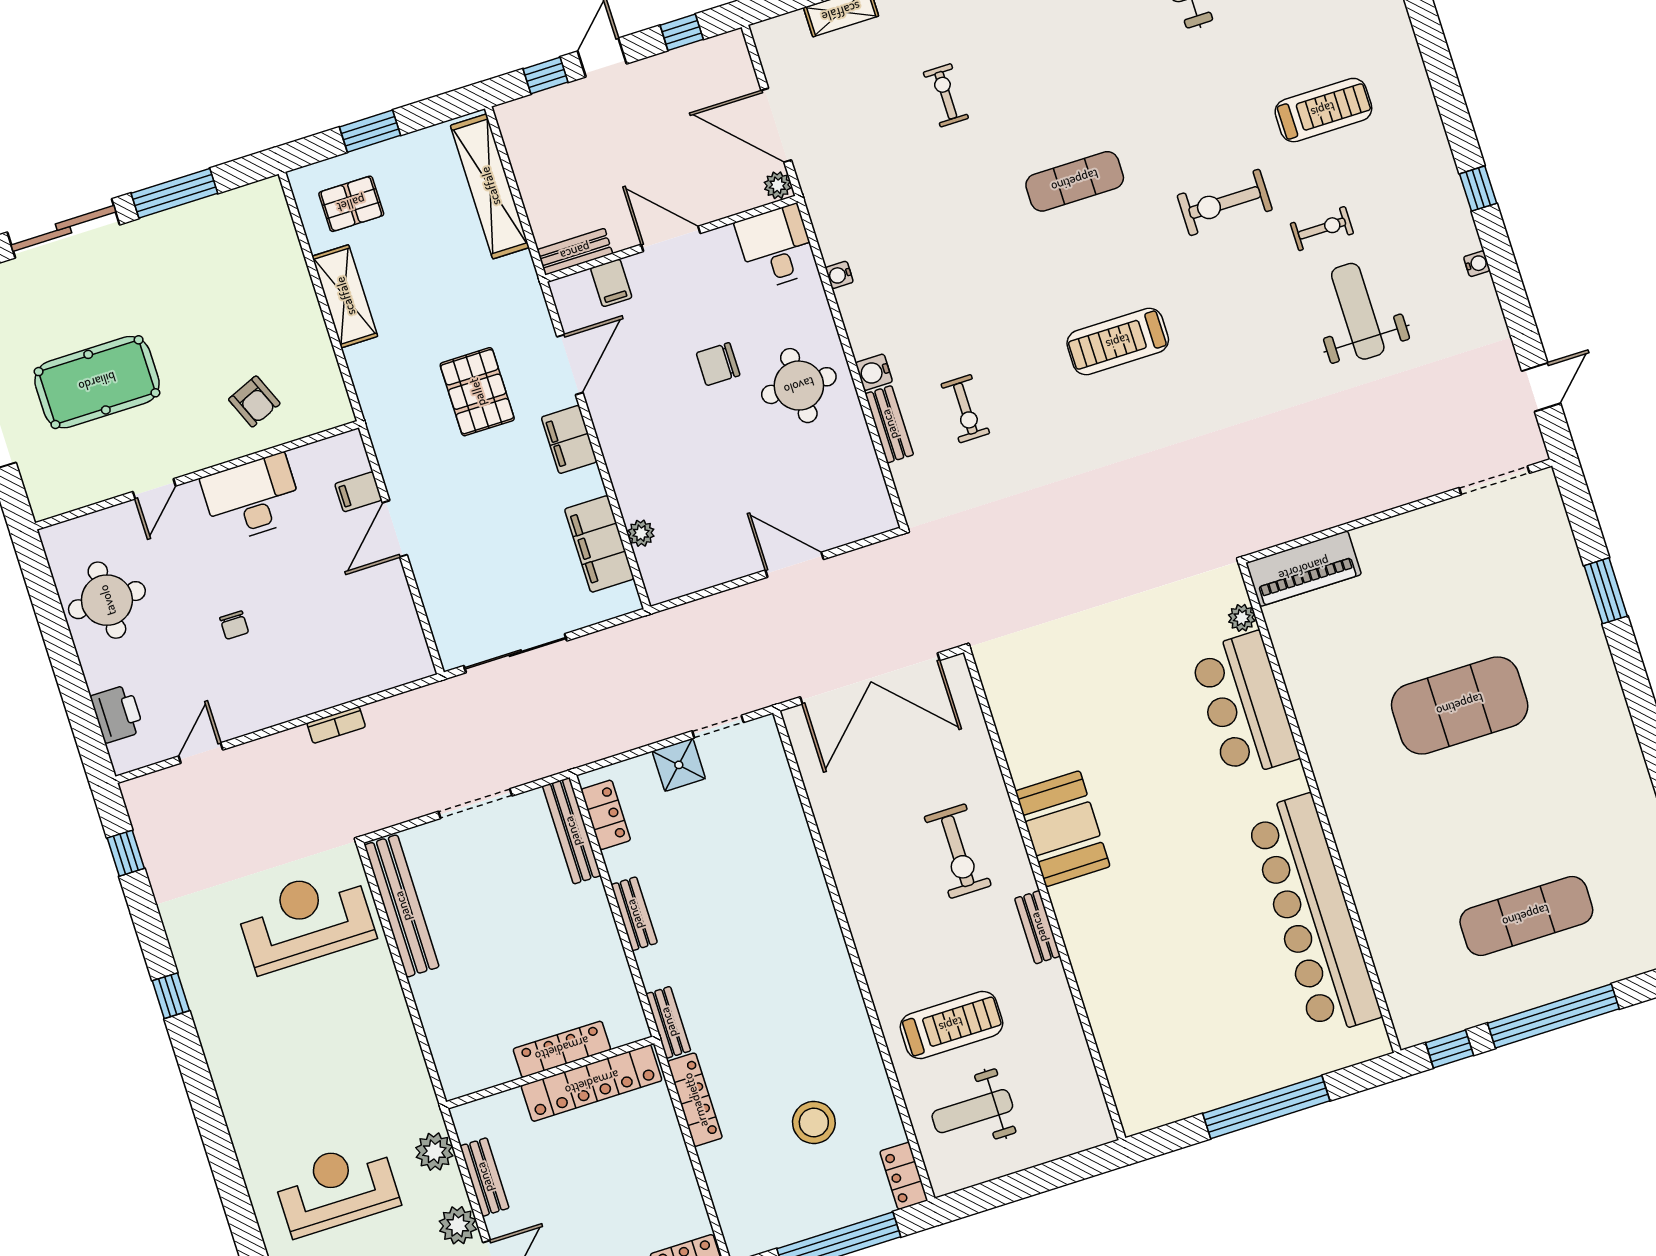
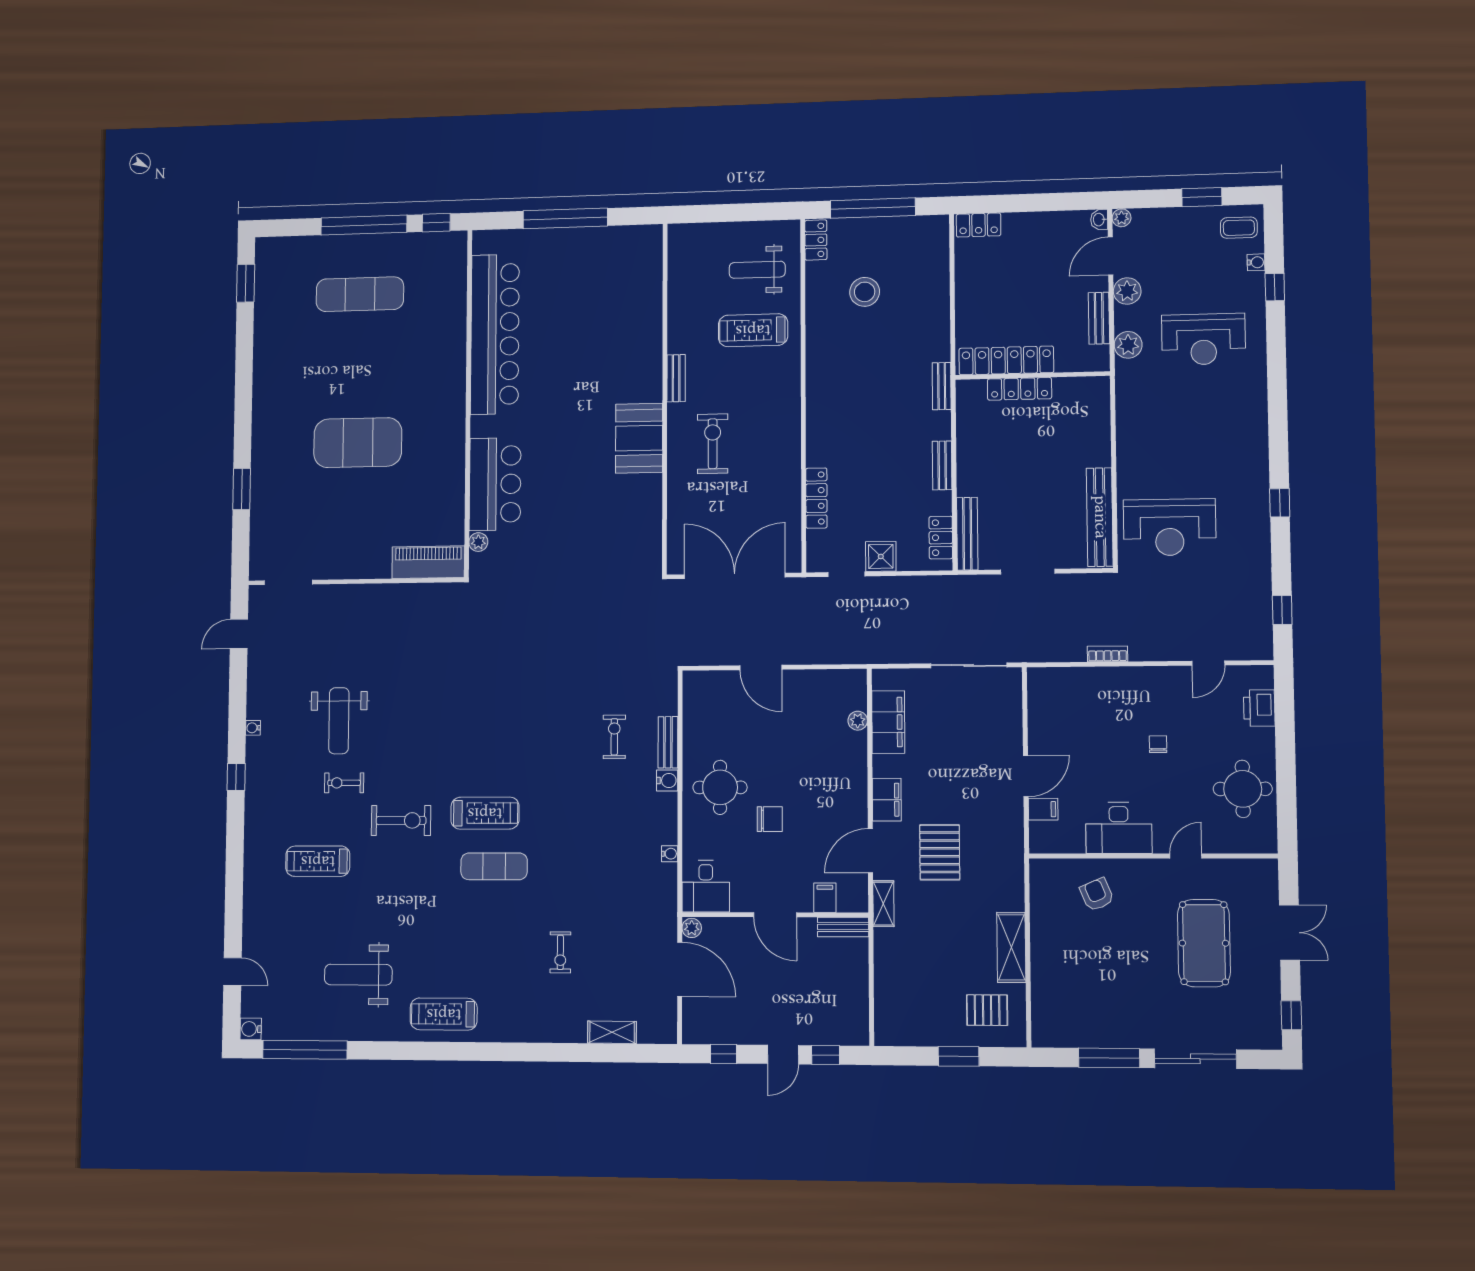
shelving: (490, 186) -> (883, 904), moved, width x0.45, depth x0.75
treadmill: (1118, 342) -> (485, 813), moved
pool table: (97, 382) -> (1204, 943), turned 90
locker: (695, 1100) -> (816, 498), moved, turned 180
weight bench: (972, 1111) -> (757, 270), turned 180

